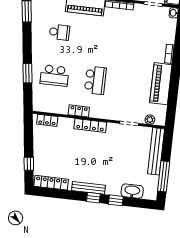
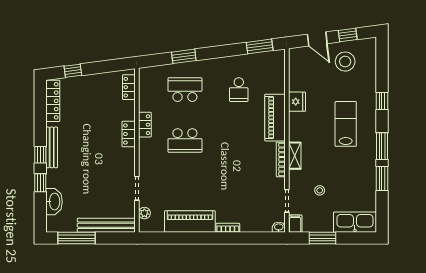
school desk: (54, 75) -> (185, 90), turned 90
locker: (90, 125) -> (129, 134), width x0.66

